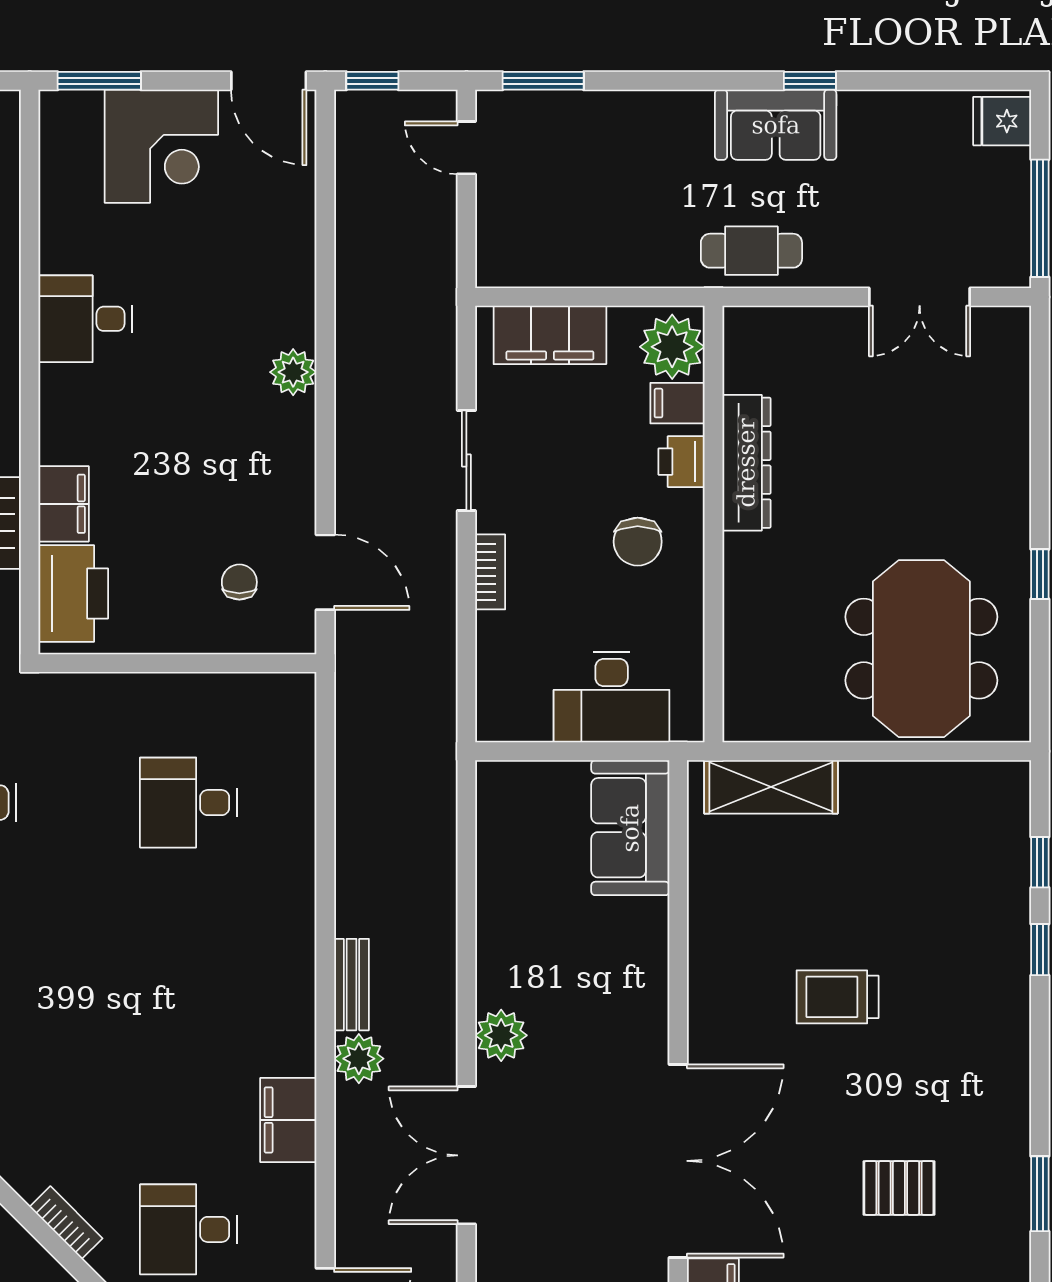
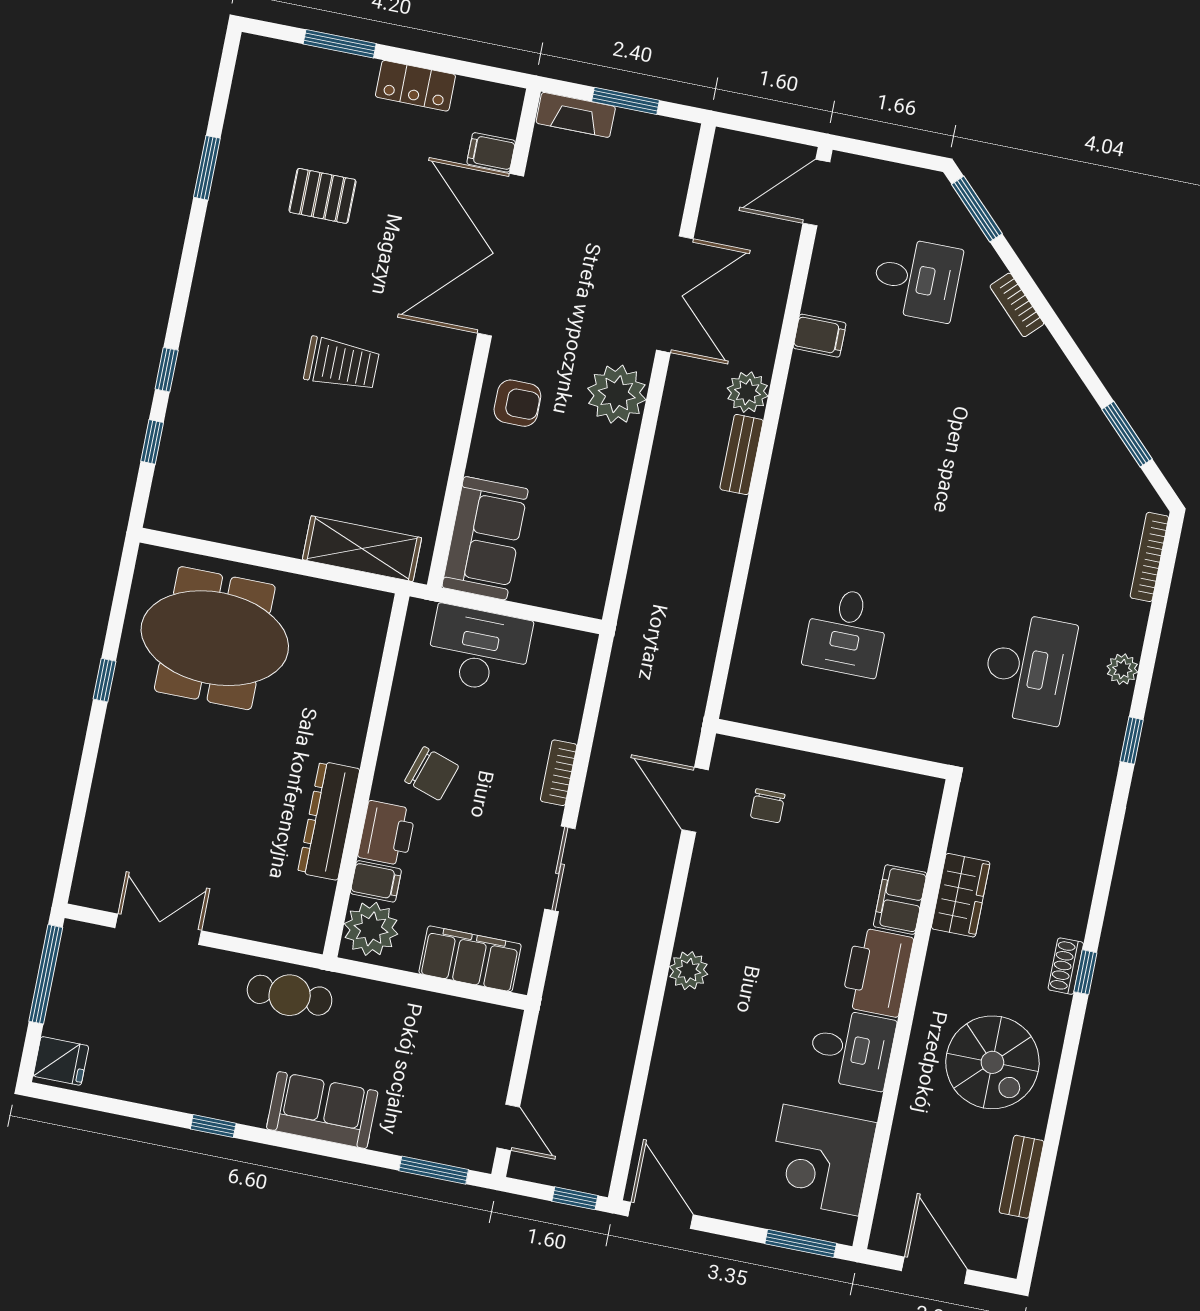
sofa: (776, 125) -> (322, 1110), moved
corner desk: (161, 146) -> (821, 1160), moved, turned -90
printer: (682, 462) -> (387, 833), width x1.36, depth x1.24
chair: (638, 542) -> (432, 773), turned 108
printer: (73, 594) -> (877, 972), moved
meeting table: (921, 649) -> (215, 638), turned 90
desk: (188, 803) -> (846, 632), turned 90
armchair: (624, 992) -> (517, 403), added
plant: (501, 1035) -> (617, 394), width x1.36, depth x1.36
filing cabinet: (288, 1120) -> (820, 336), width x0.50

